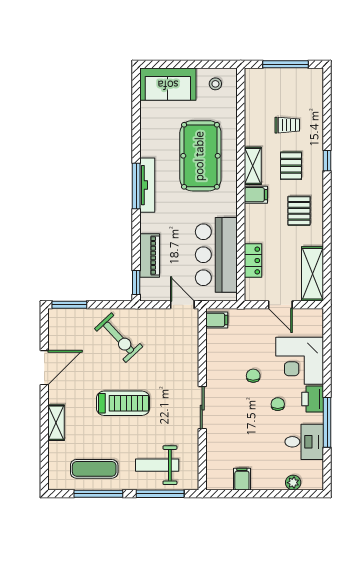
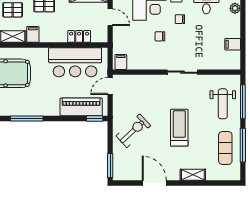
tv unit: (147, 185) -> (26, 111), removed
piano: (150, 255) -> (81, 107), width x1.37, depth x1.33
door: (280, 305) -> (110, 17), hinge flipped

